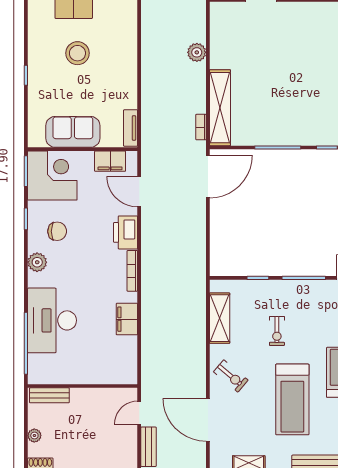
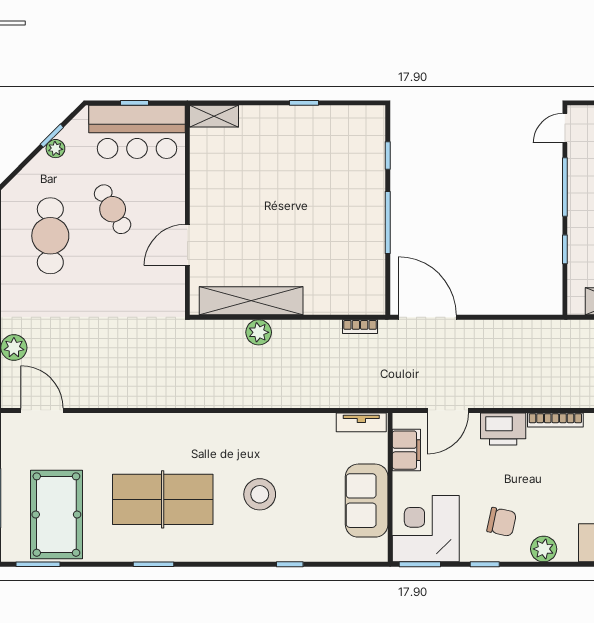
shelving: (220, 108) -> (251, 301), moved
chair: (57, 231) -> (502, 522), turned 102

